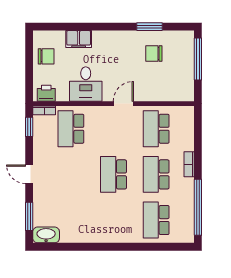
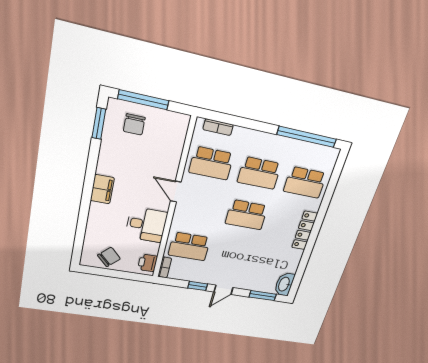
window: (150, 27) -> (99, 124), moved
filing cabinet: (79, 39) -> (102, 189), moved
chair: (154, 54) -> (134, 124), moved
chair: (46, 56) -> (109, 257), turned 46
window: (29, 127) -> (198, 286), moved
bookcase: (189, 164) -> (218, 127), moved
locker: (108, 236) -> (305, 230), added

